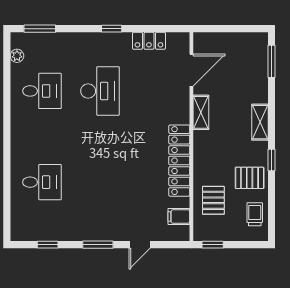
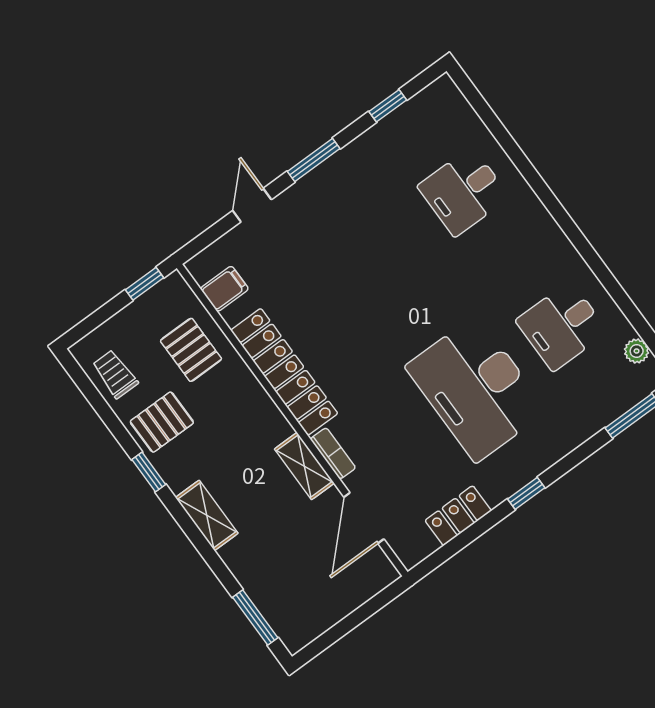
desk: (100, 91) -> (476, 389), width x1.36, depth x1.30
bookcase: (184, 109) -> (333, 453), added
trolley: (255, 214) -> (115, 374), turned 180

